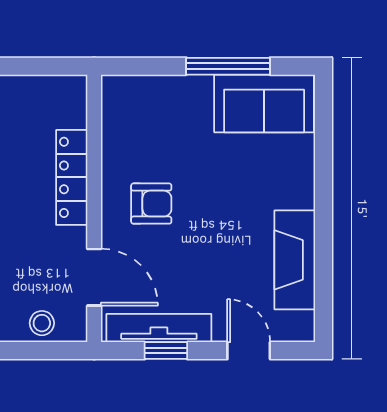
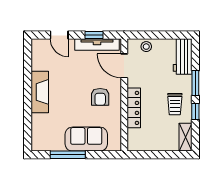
sofa: (264, 103) -> (86, 139), moved
armchair: (151, 204) -> (100, 97), turned -90
fireplace: (295, 260) -> (40, 92), moved

